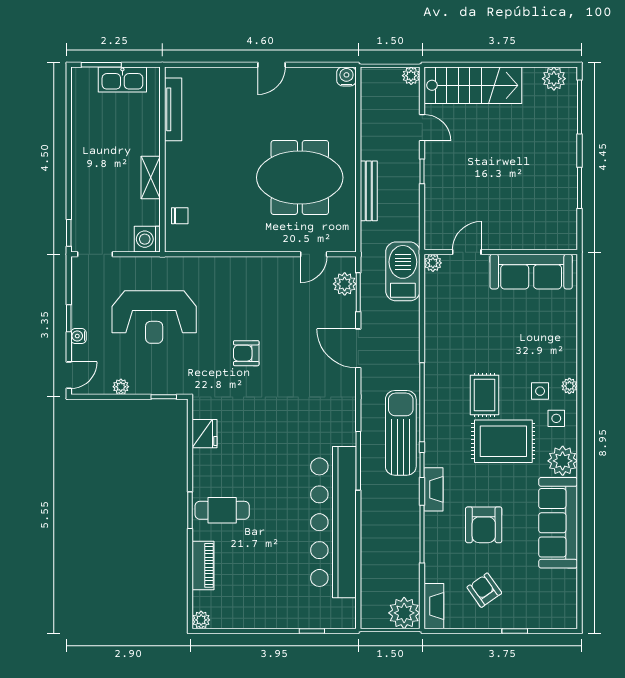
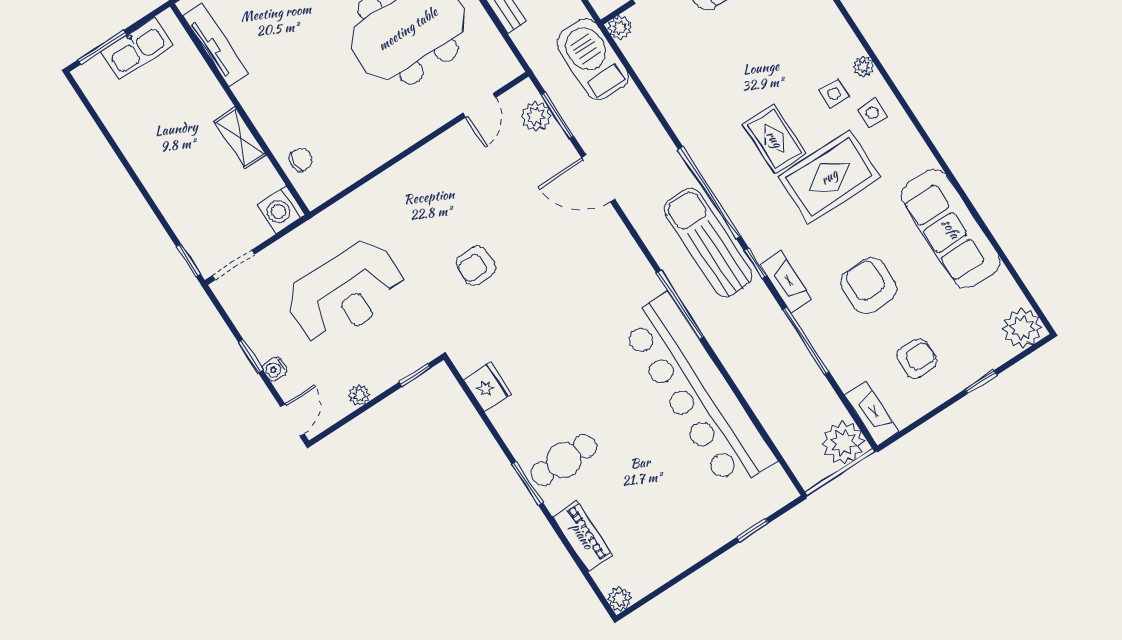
plant: (563, 461) -> (1022, 328), moved
armchair: (484, 525) -> (868, 285), turned 180
armchair: (484, 590) -> (917, 358), turned 125

